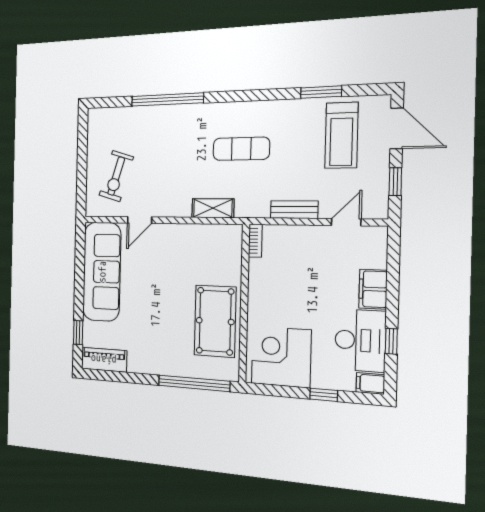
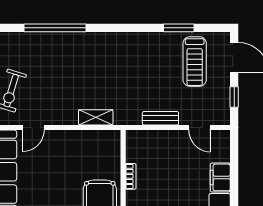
exercise mat: (241, 149) -> (118, 70), removed
door: (346, 222) -> (200, 128), swing flipped
bookcase: (255, 241) -> (131, 176), moved

